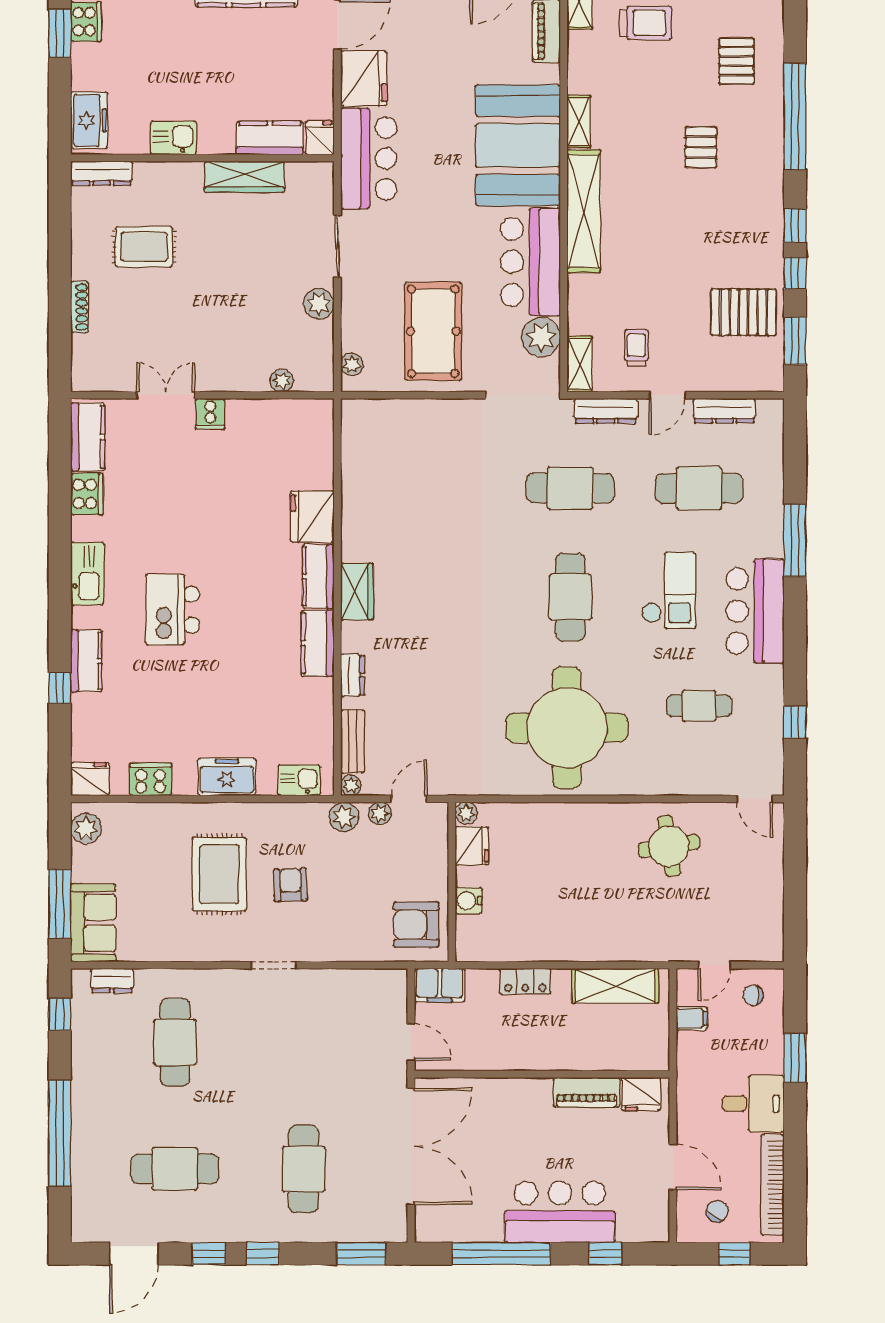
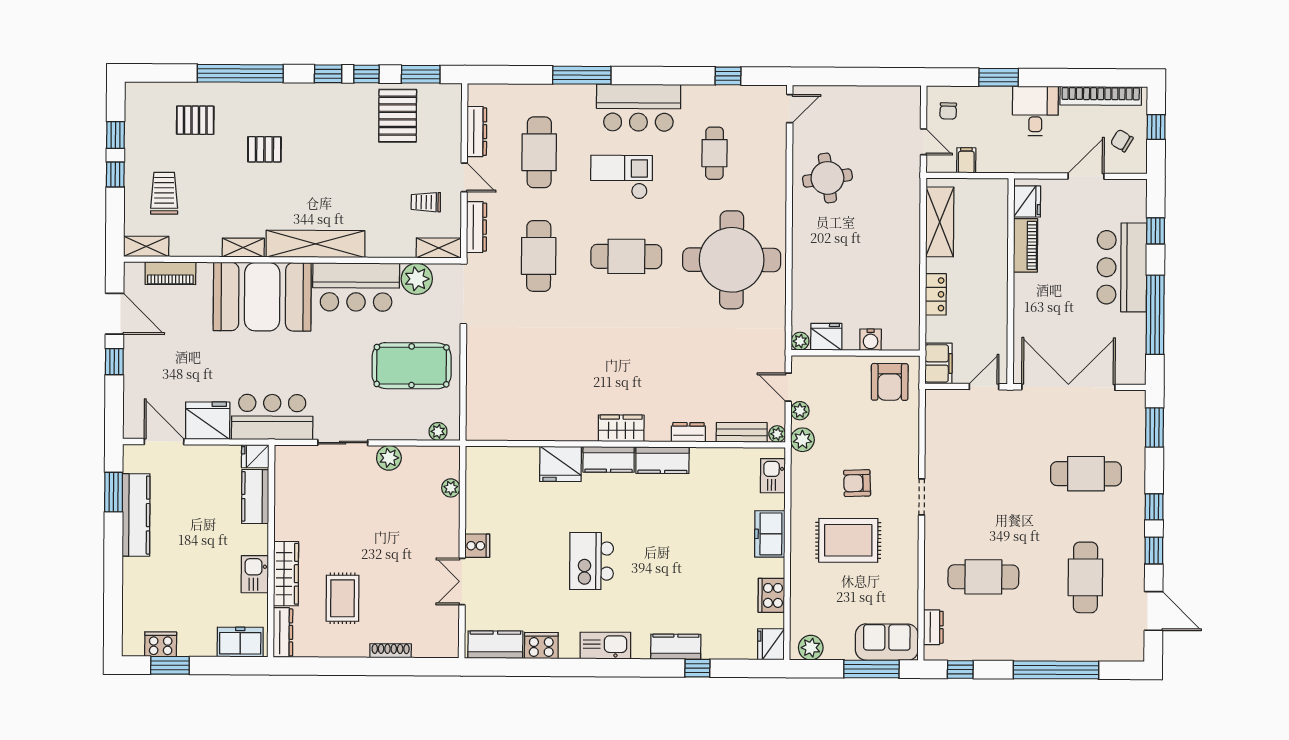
wardrobe: (244, 177) -> (286, 574), moved
kitchen island: (172, 610) -> (592, 561), moved, turned 90

